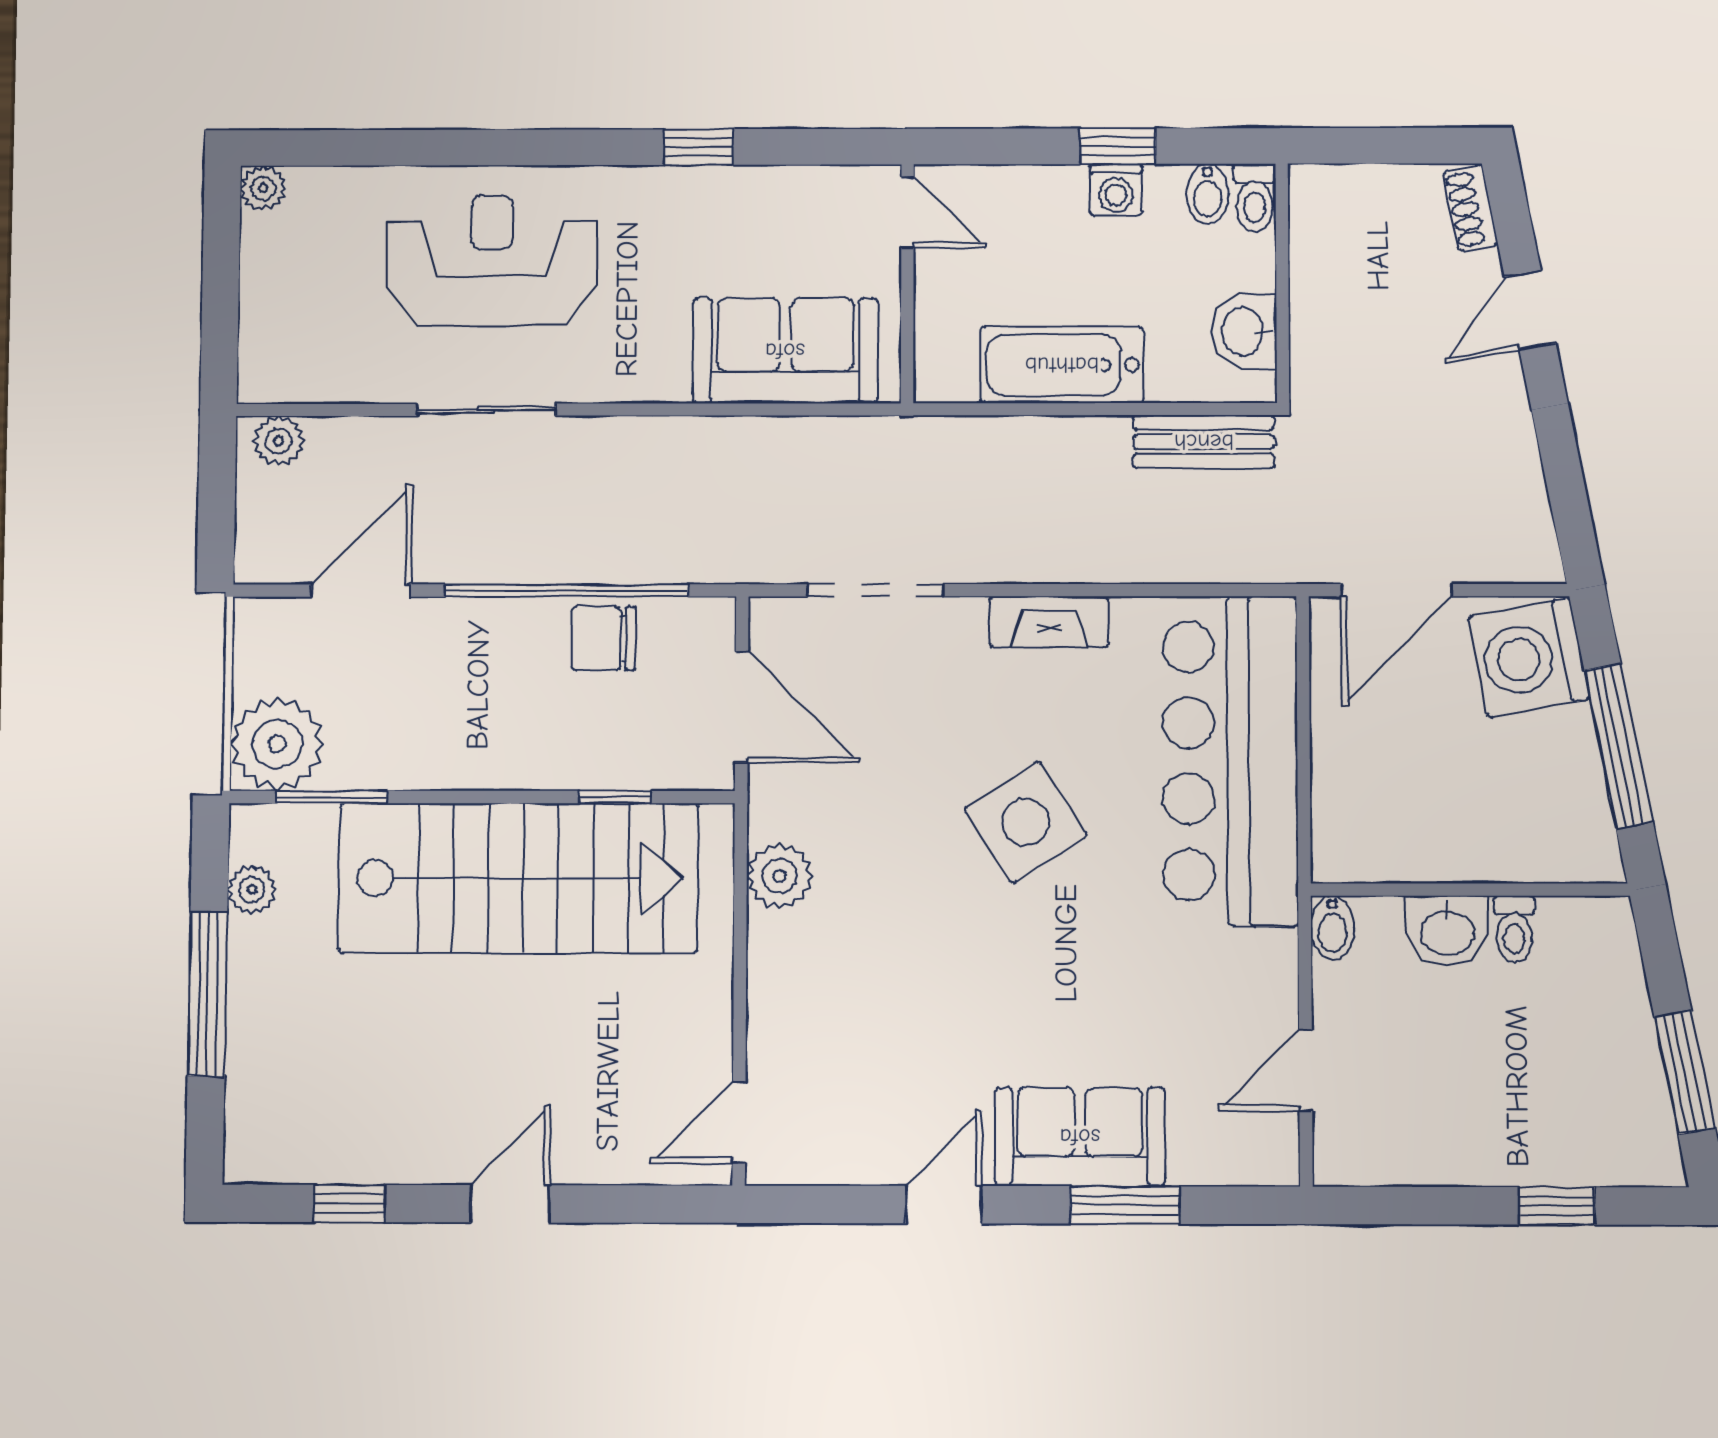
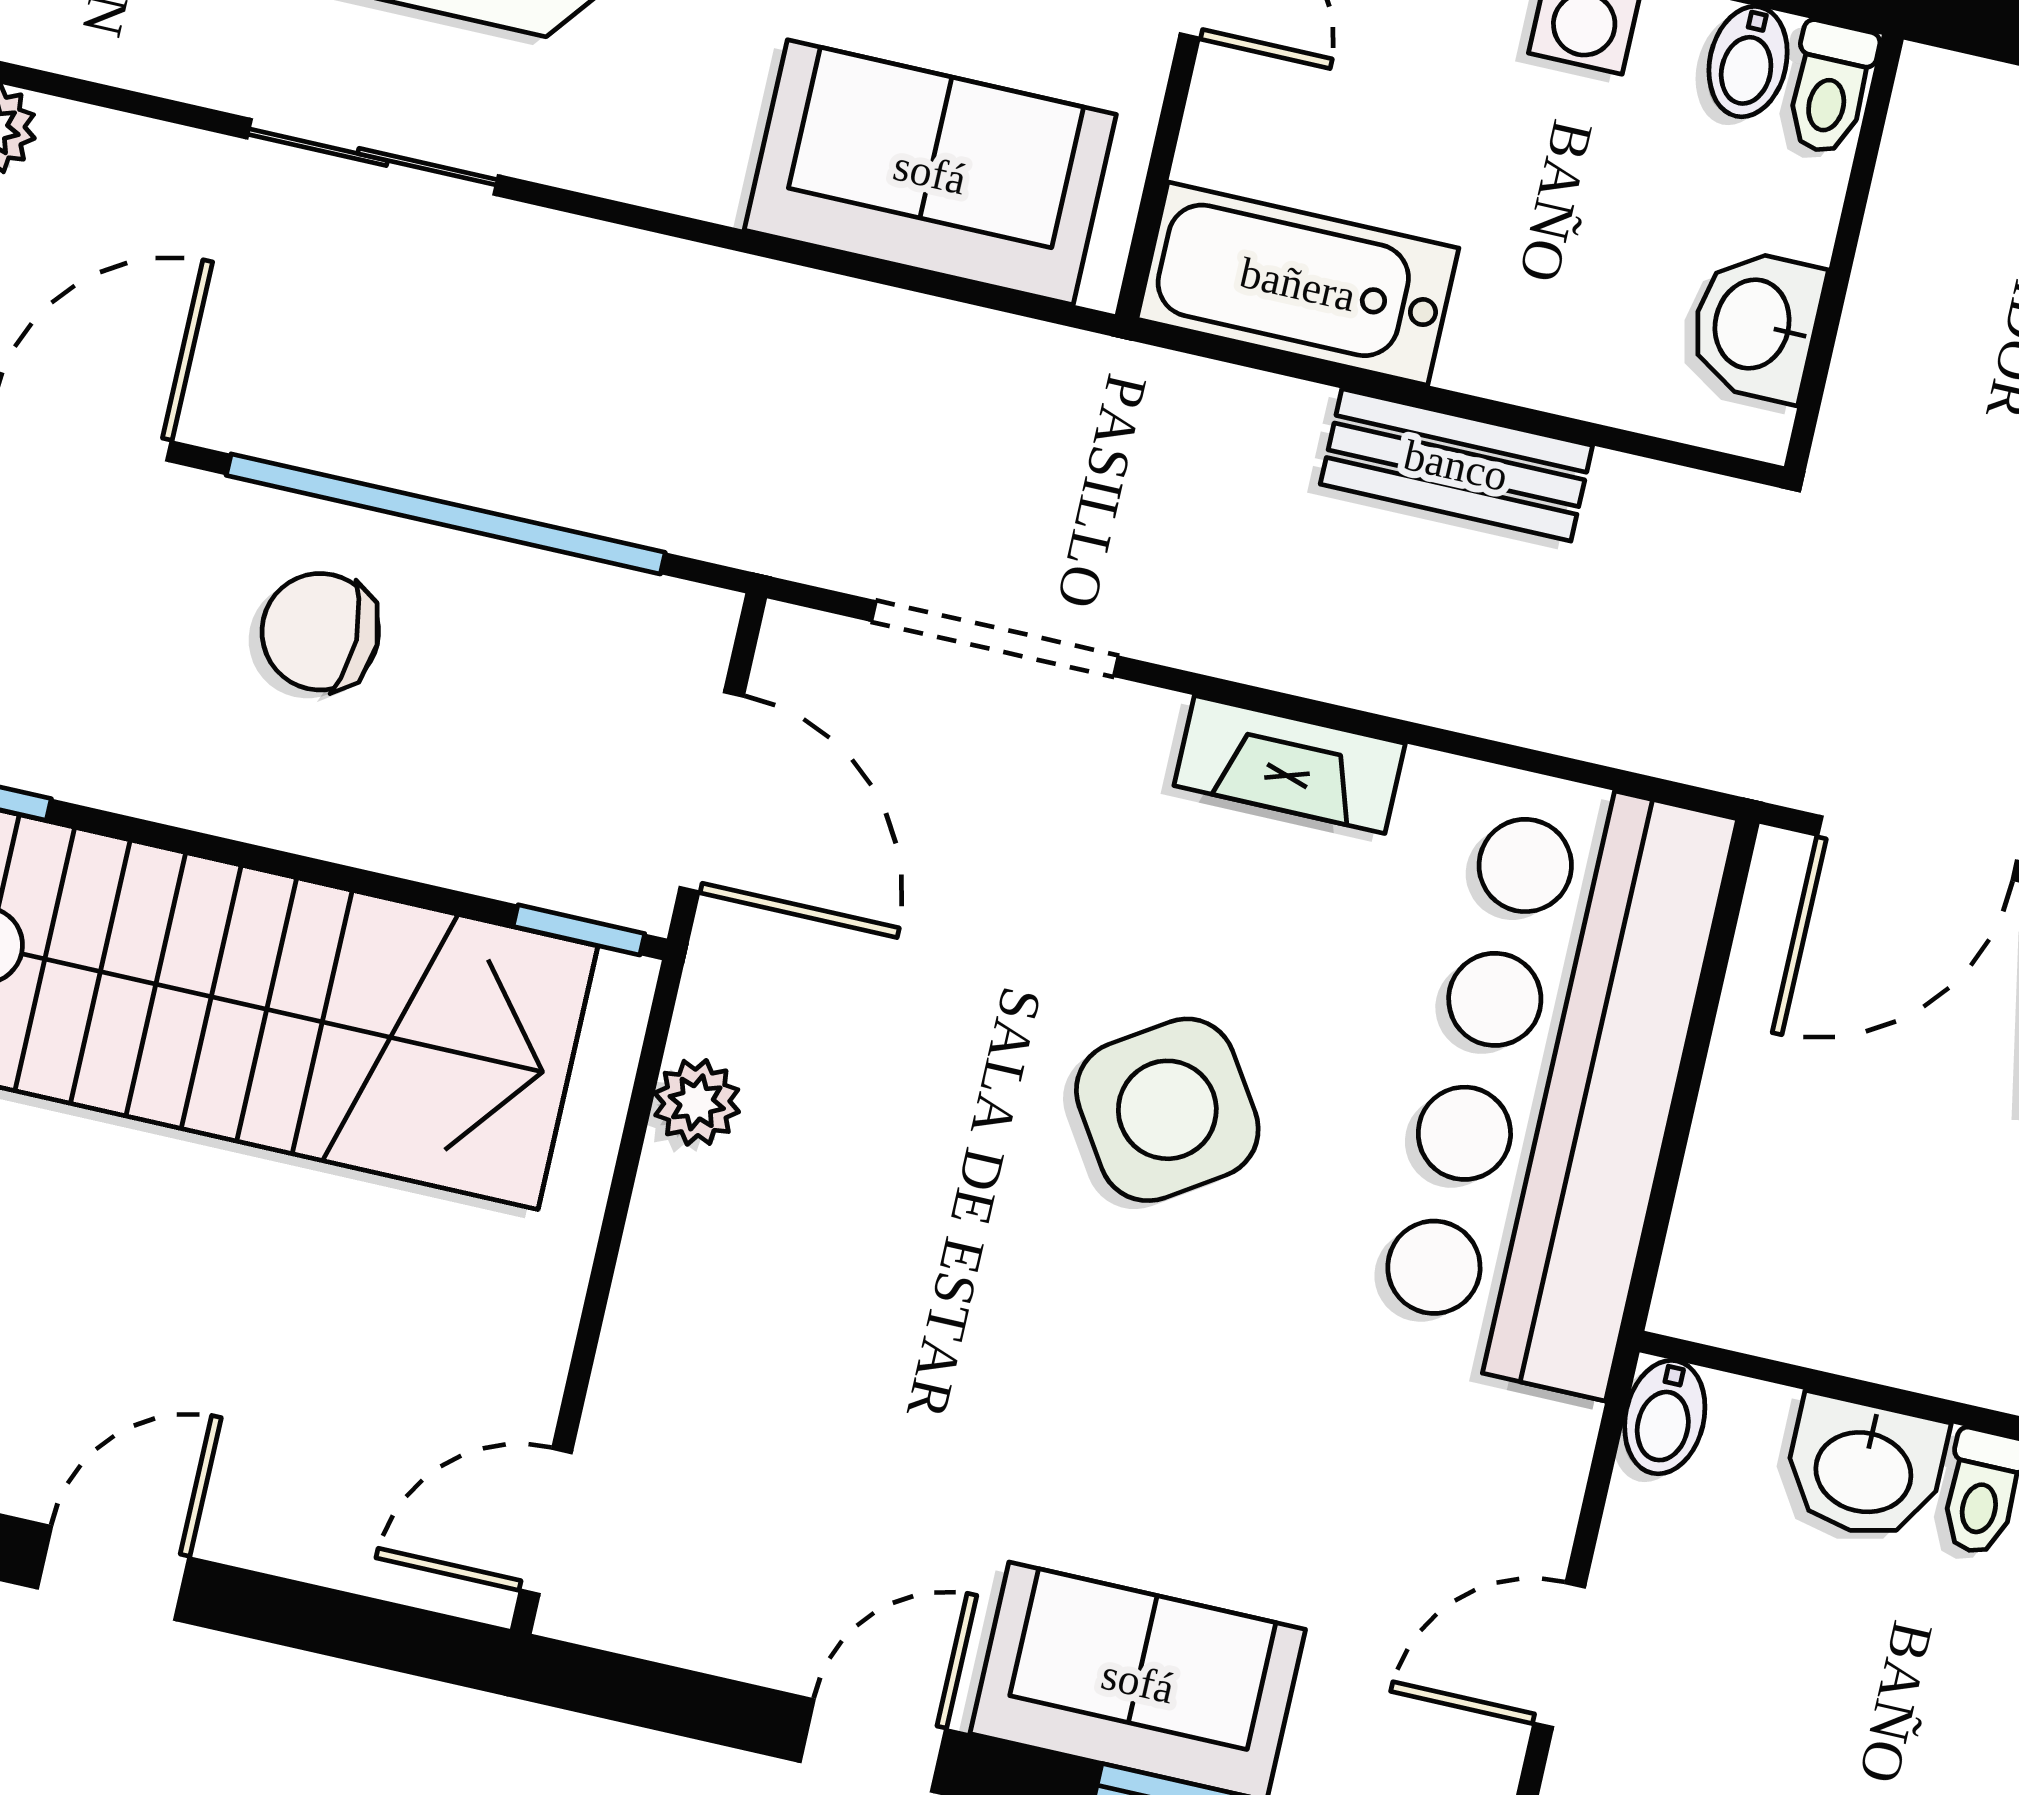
bathtub: (1062, 365) -> (1298, 284), moved
bench: (1204, 442) -> (1456, 465), moved
chair: (604, 639) -> (320, 632), moved
window: (615, 797) -> (579, 930), moved
plant: (780, 876) -> (697, 1102), width x0.73, depth x0.73

